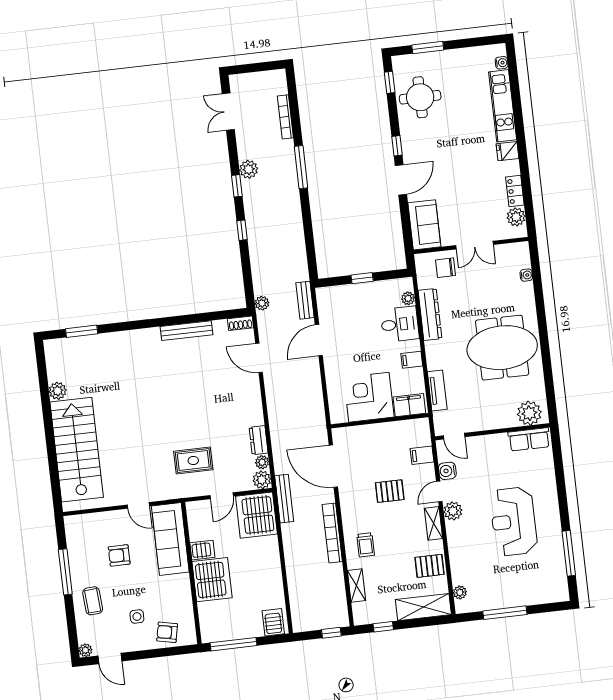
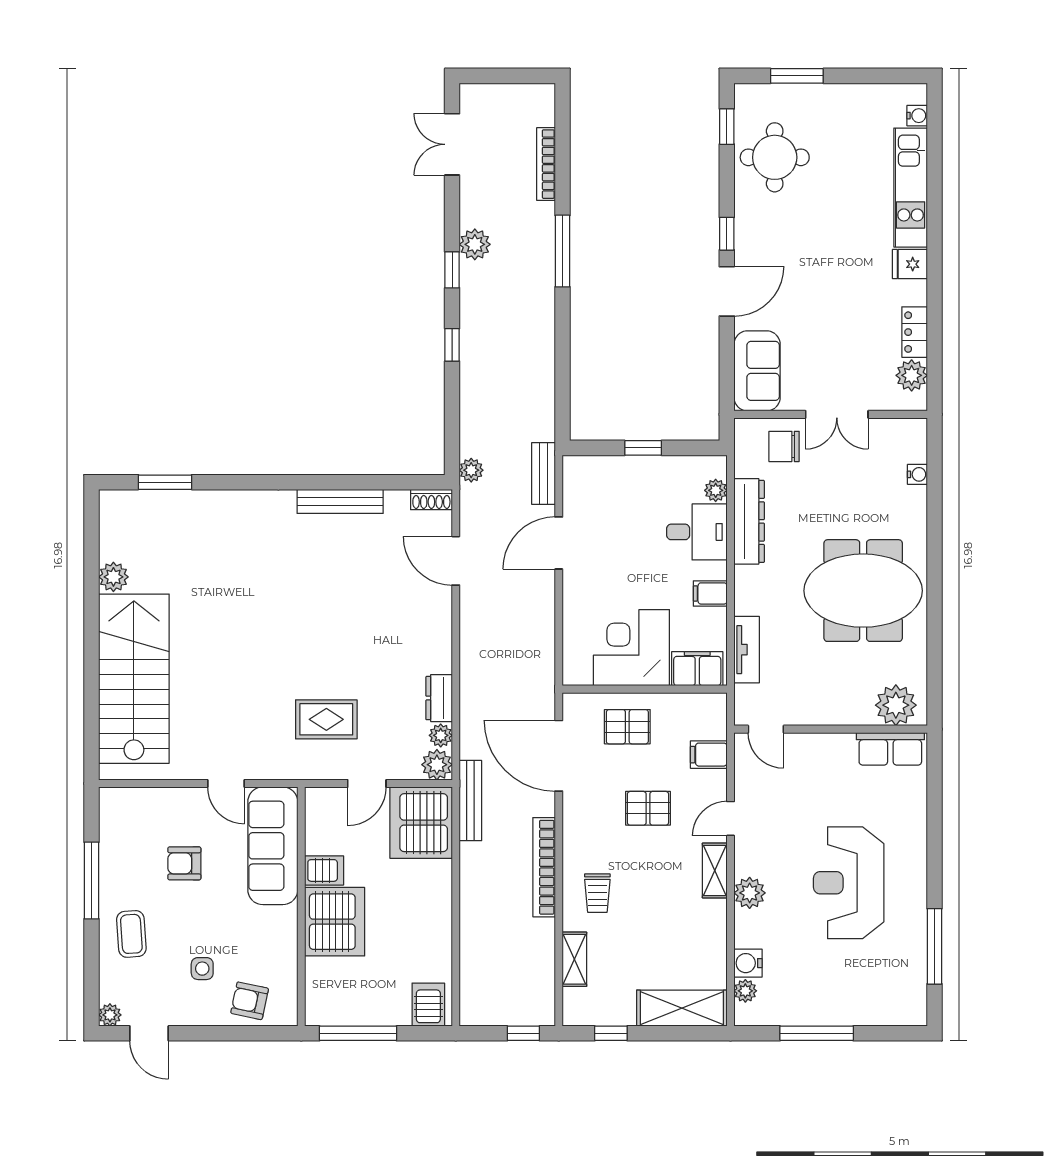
water cooler: (447, 471) -> (748, 963), moved
plant: (453, 511) -> (750, 893), moved
pallet: (429, 566) -> (627, 727), moved

